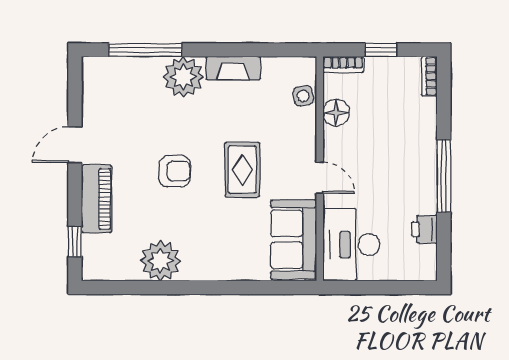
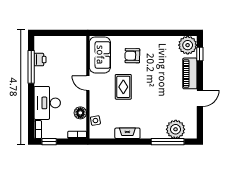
window: (381, 50) -> (49, 142), moved
plant: (183, 77) -> (176, 129), moved
armchair: (175, 171) -> (132, 56), moved
window: (444, 176) -> (31, 67), moved
desk: (351, 245) -> (47, 103), moved, turned 180
plant: (161, 261) -> (188, 45), moved

